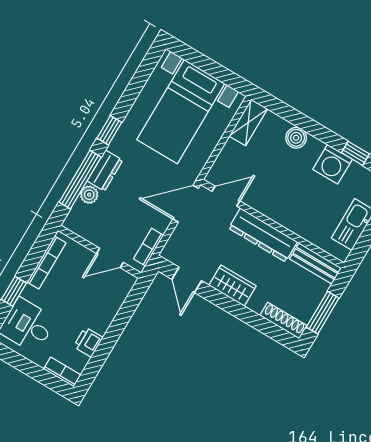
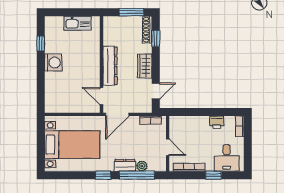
shelving: (248, 122) -> (57, 107), removed
boiler: (296, 138) -> (51, 78), removed
washing machine: (333, 164) -> (53, 63), moved
door: (186, 204) -> (117, 114), hinge flipped
door: (110, 258) -> (168, 147), moved
bench: (315, 263) -> (109, 31), removed
window: (263, 326) -> (156, 38), added

